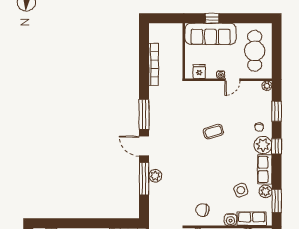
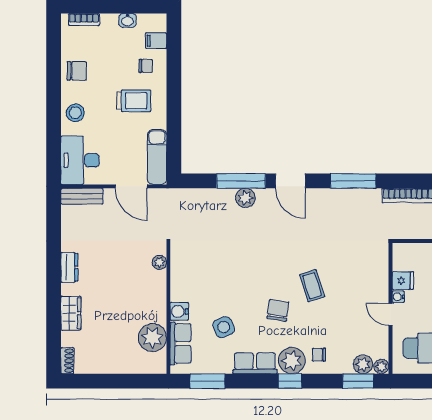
fridge: (199, 71) -> (403, 281), moved
window: (277, 111) -> (358, 381), moved
window: (144, 115) -> (353, 181), moved
door: (144, 146) -> (290, 181), swing flipped
plant: (265, 191) -> (363, 364), moved
chair: (203, 210) -> (278, 310), moved

